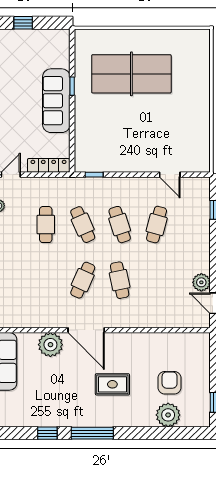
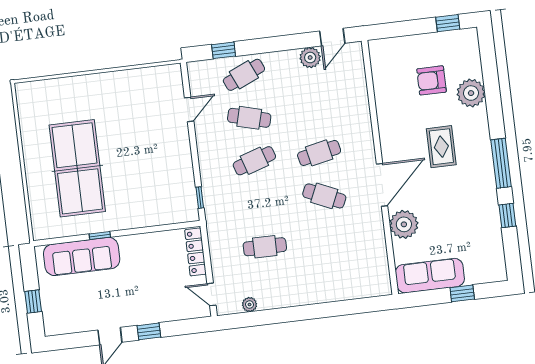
sofa: (56, 101) -> (82, 256), moved
cafe table: (83, 225) -> (244, 75), moved
plant: (168, 415) -> (471, 93), moved

